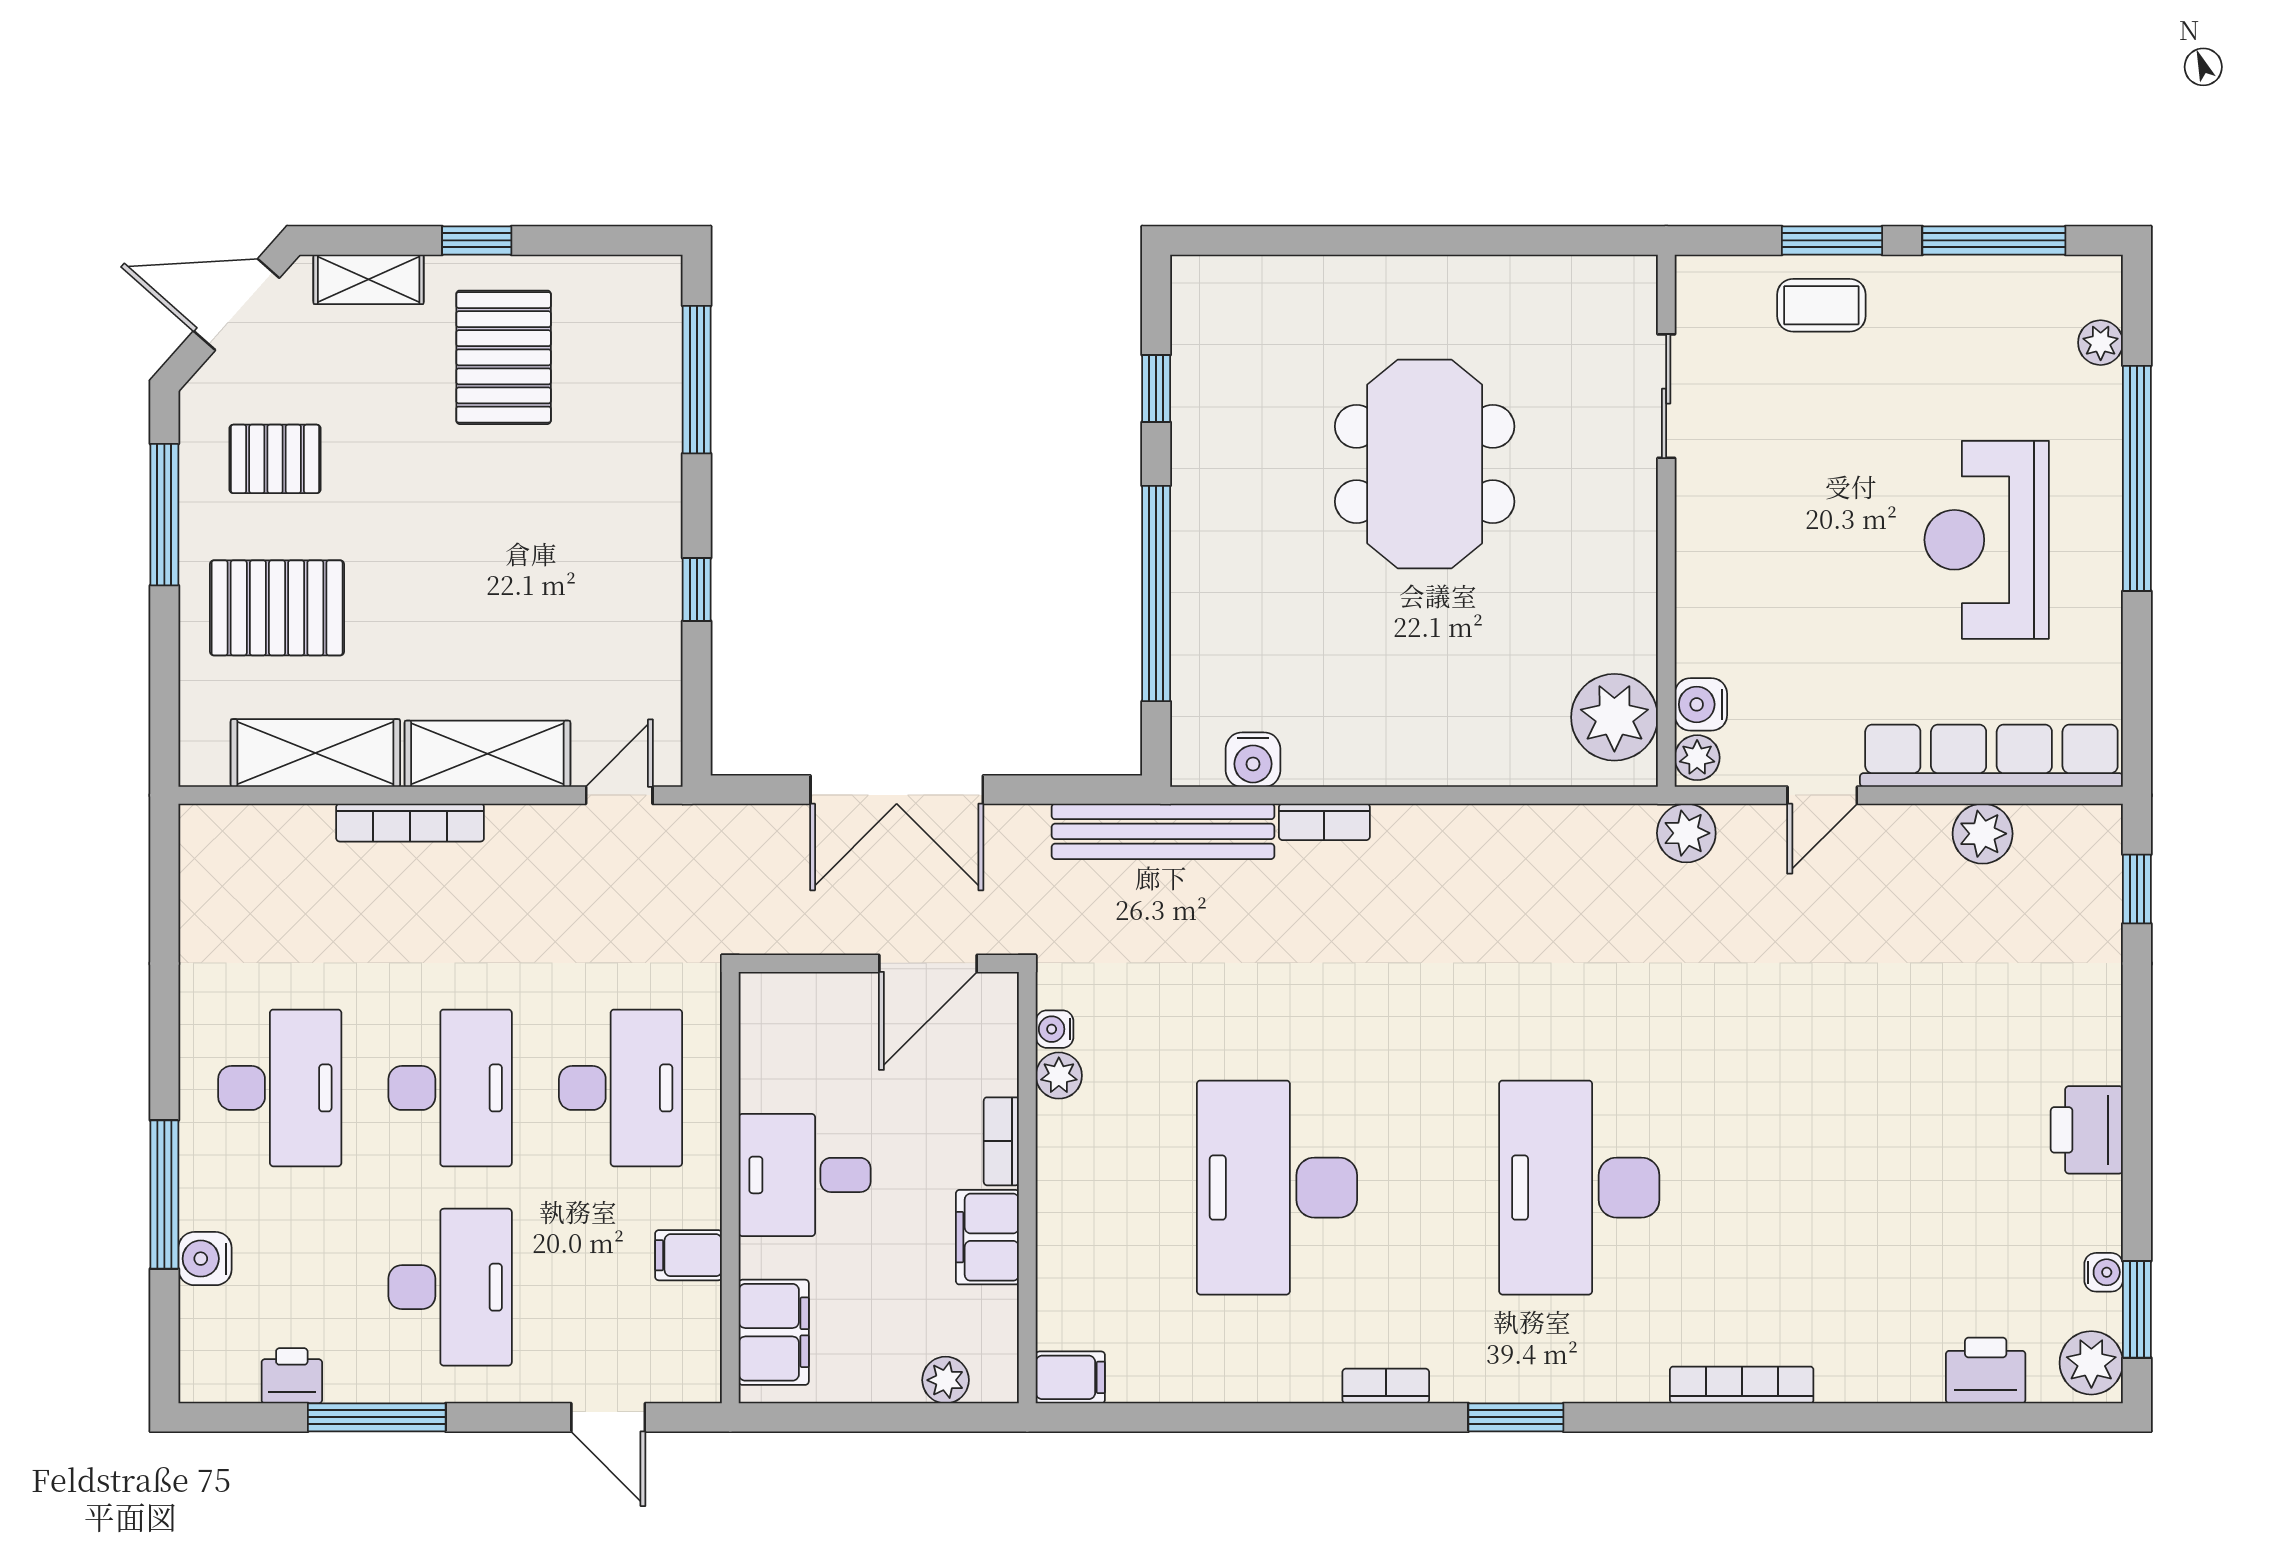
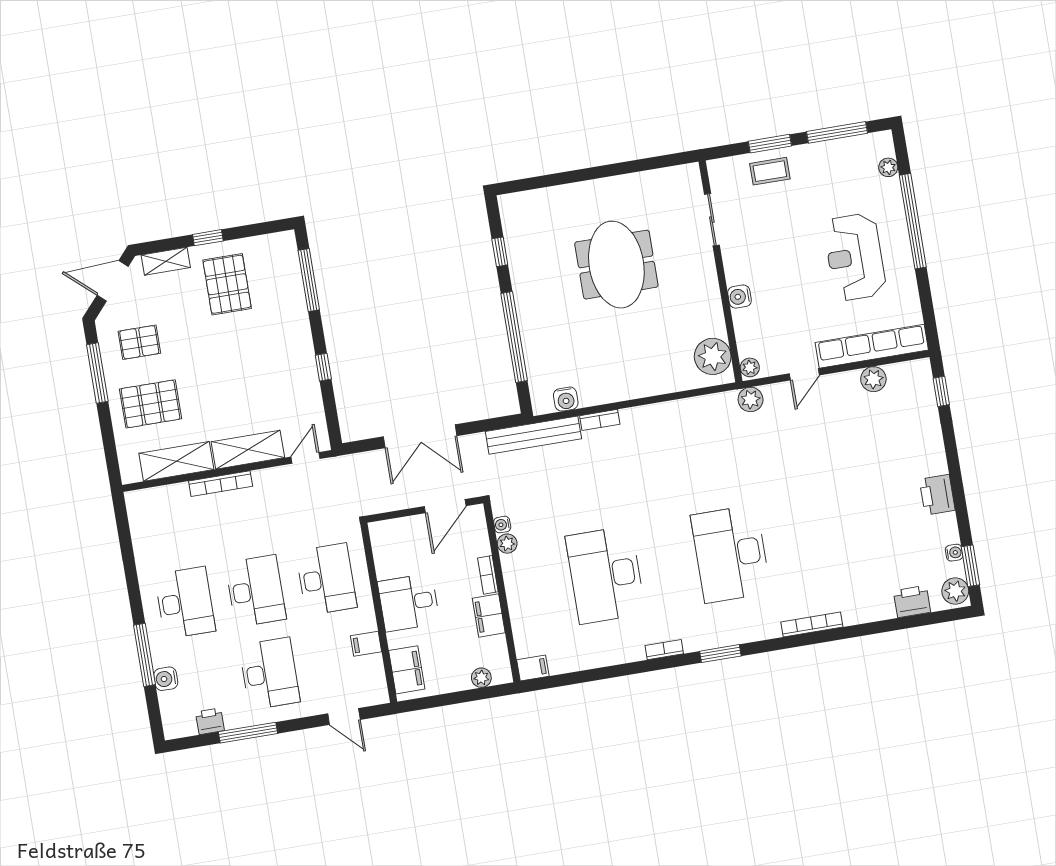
water cooler: (1701, 704) -> (740, 297), moved

